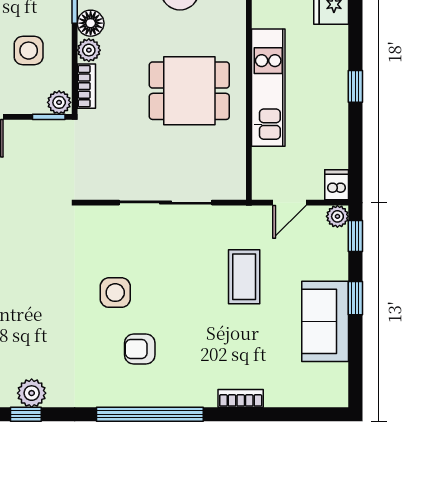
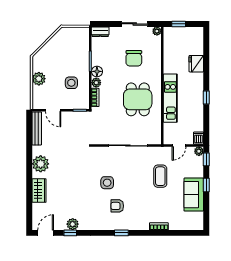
dining table: (189, 91) -> (138, 99), turned 90
plant: (59, 102) -> (84, 104), removed
window: (150, 414) -> (121, 233), width x0.32

